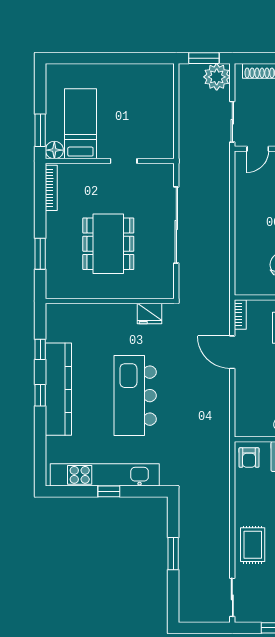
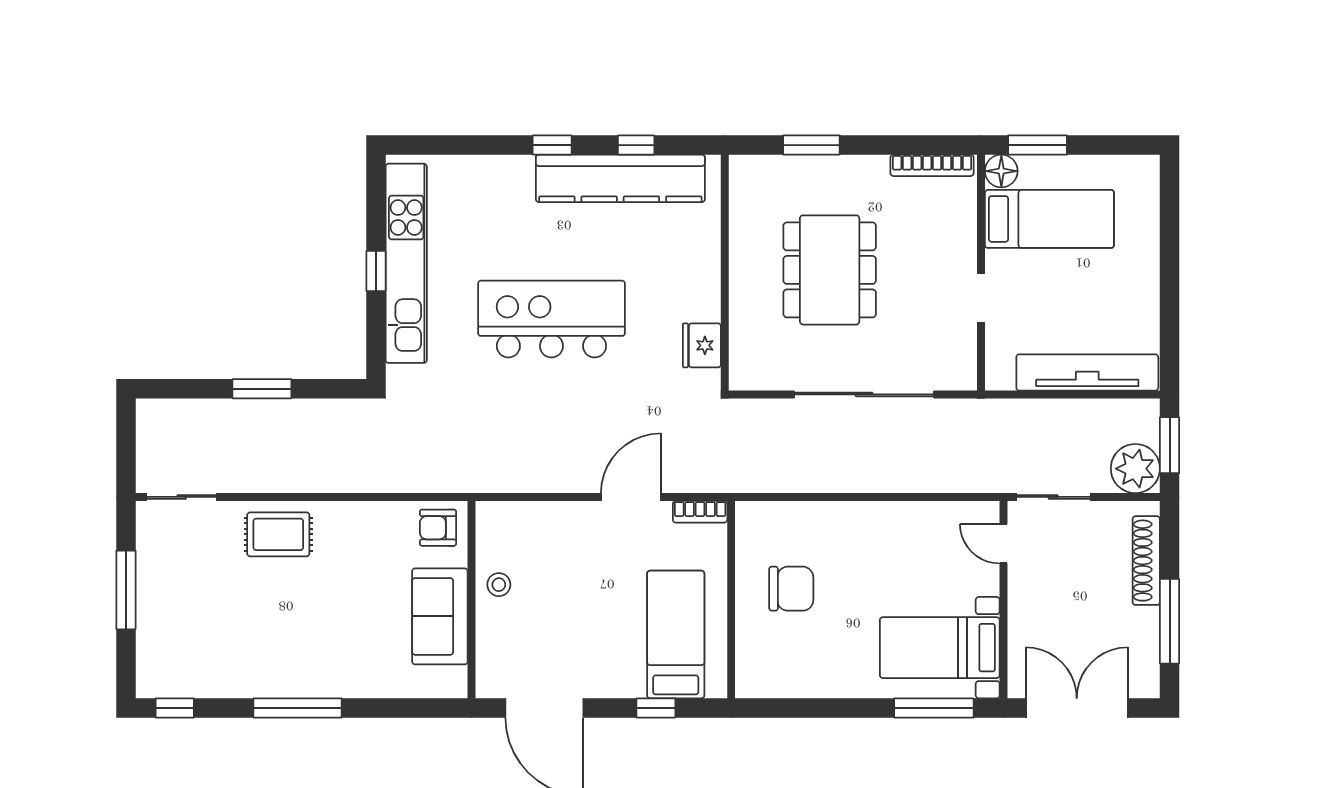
tv unit: (164, 103) -> (1087, 372), added
dining table: (108, 244) -> (830, 270), turned 90
kitchen counter: (58, 389) -> (620, 178), moved

